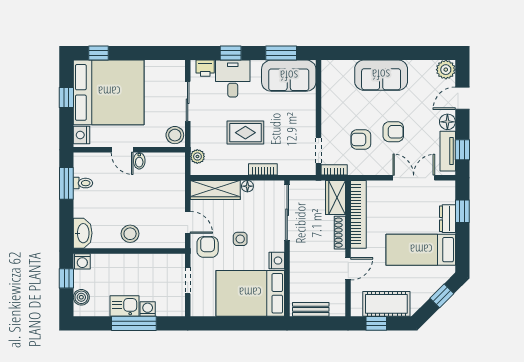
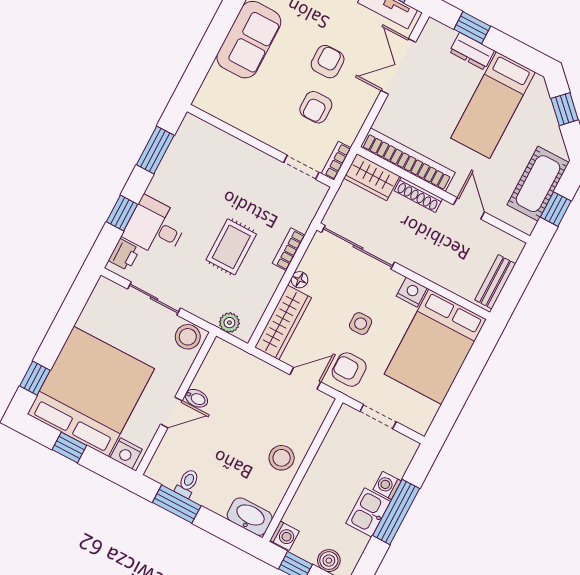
sofa: (289, 76) -> (189, 155), removed

